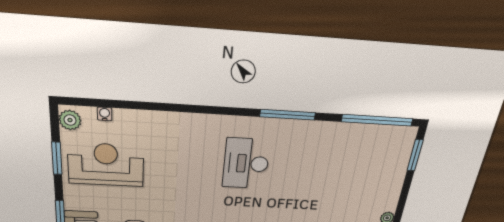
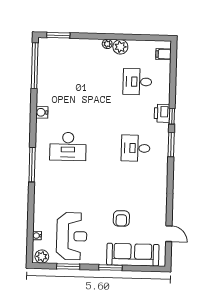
window: (288, 115) -> (32, 165), moved
water cooler: (303, 128) -> (42, 112), added
reception desk: (106, 165) -> (72, 236), turned 180

